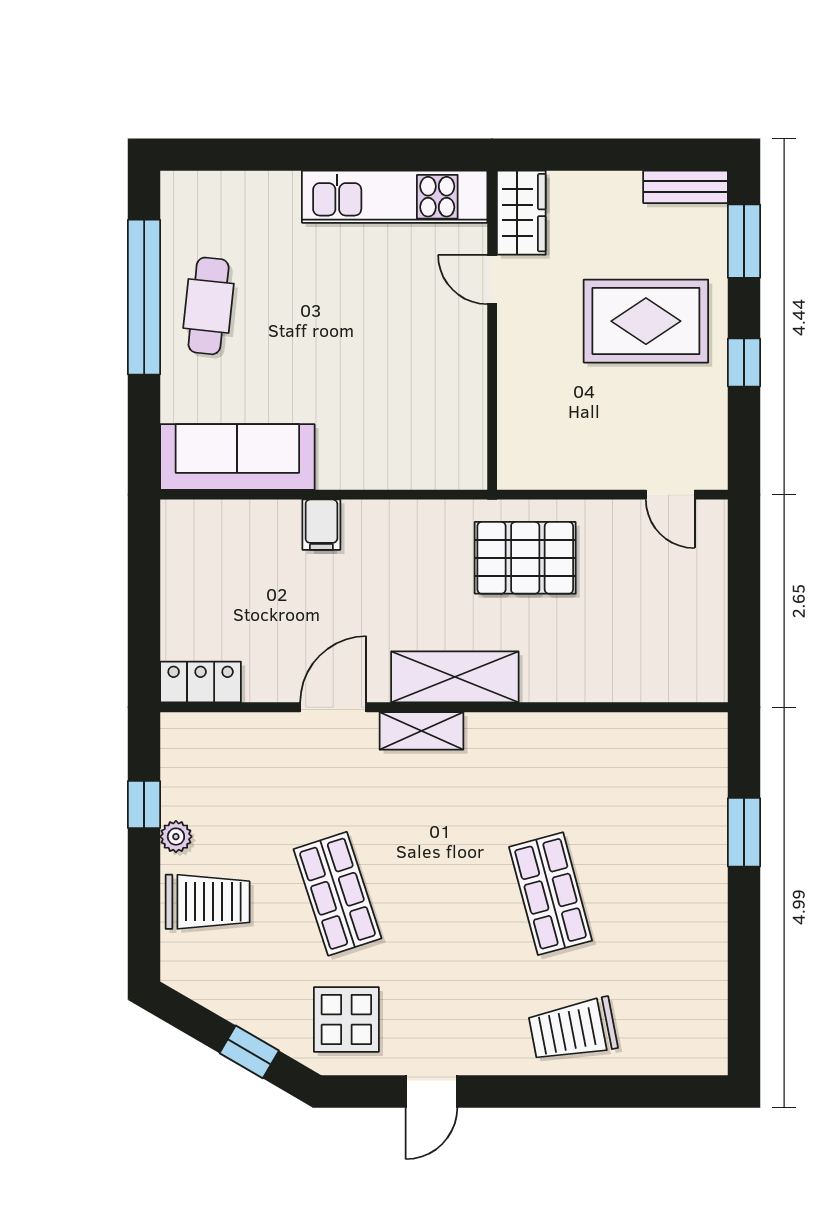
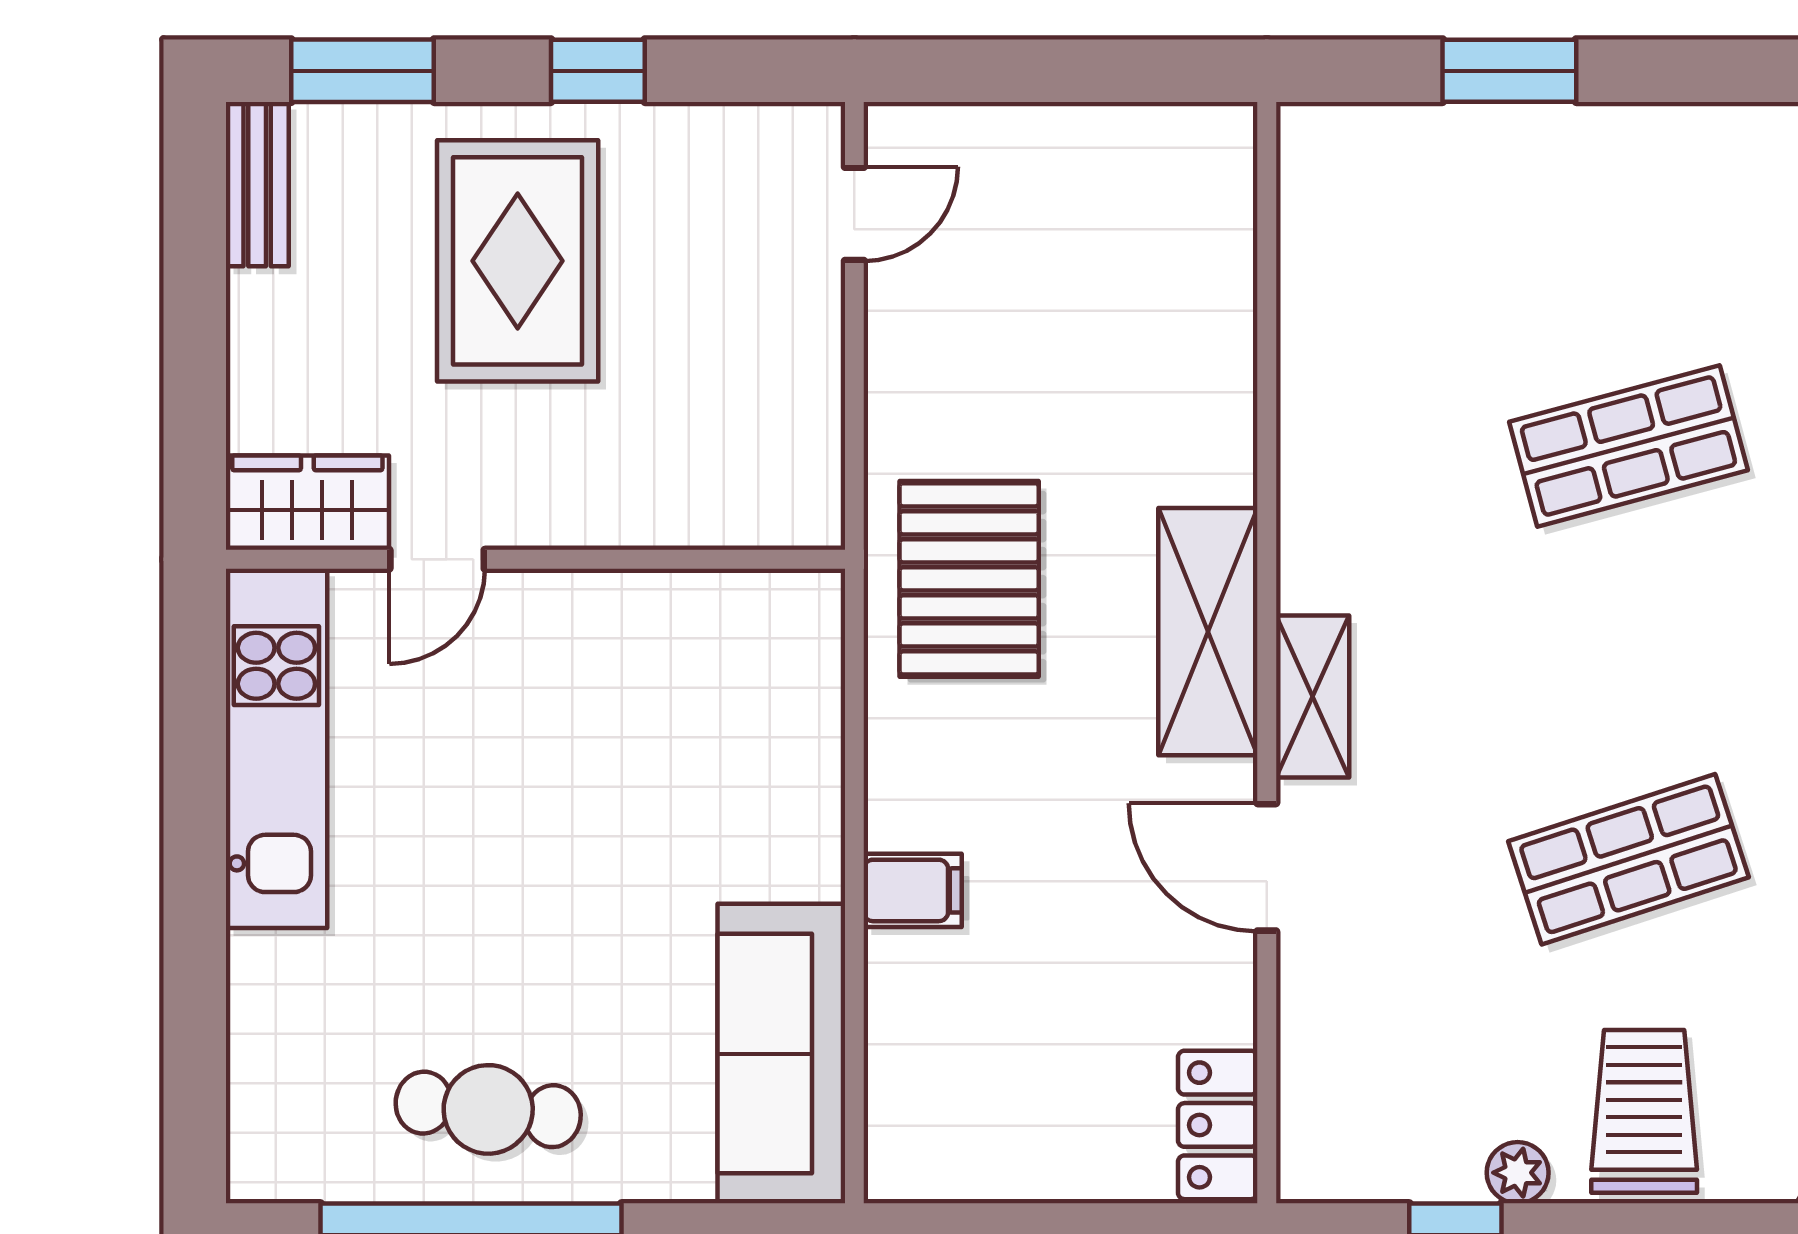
pallet: (525, 558) -> (969, 579), moved

